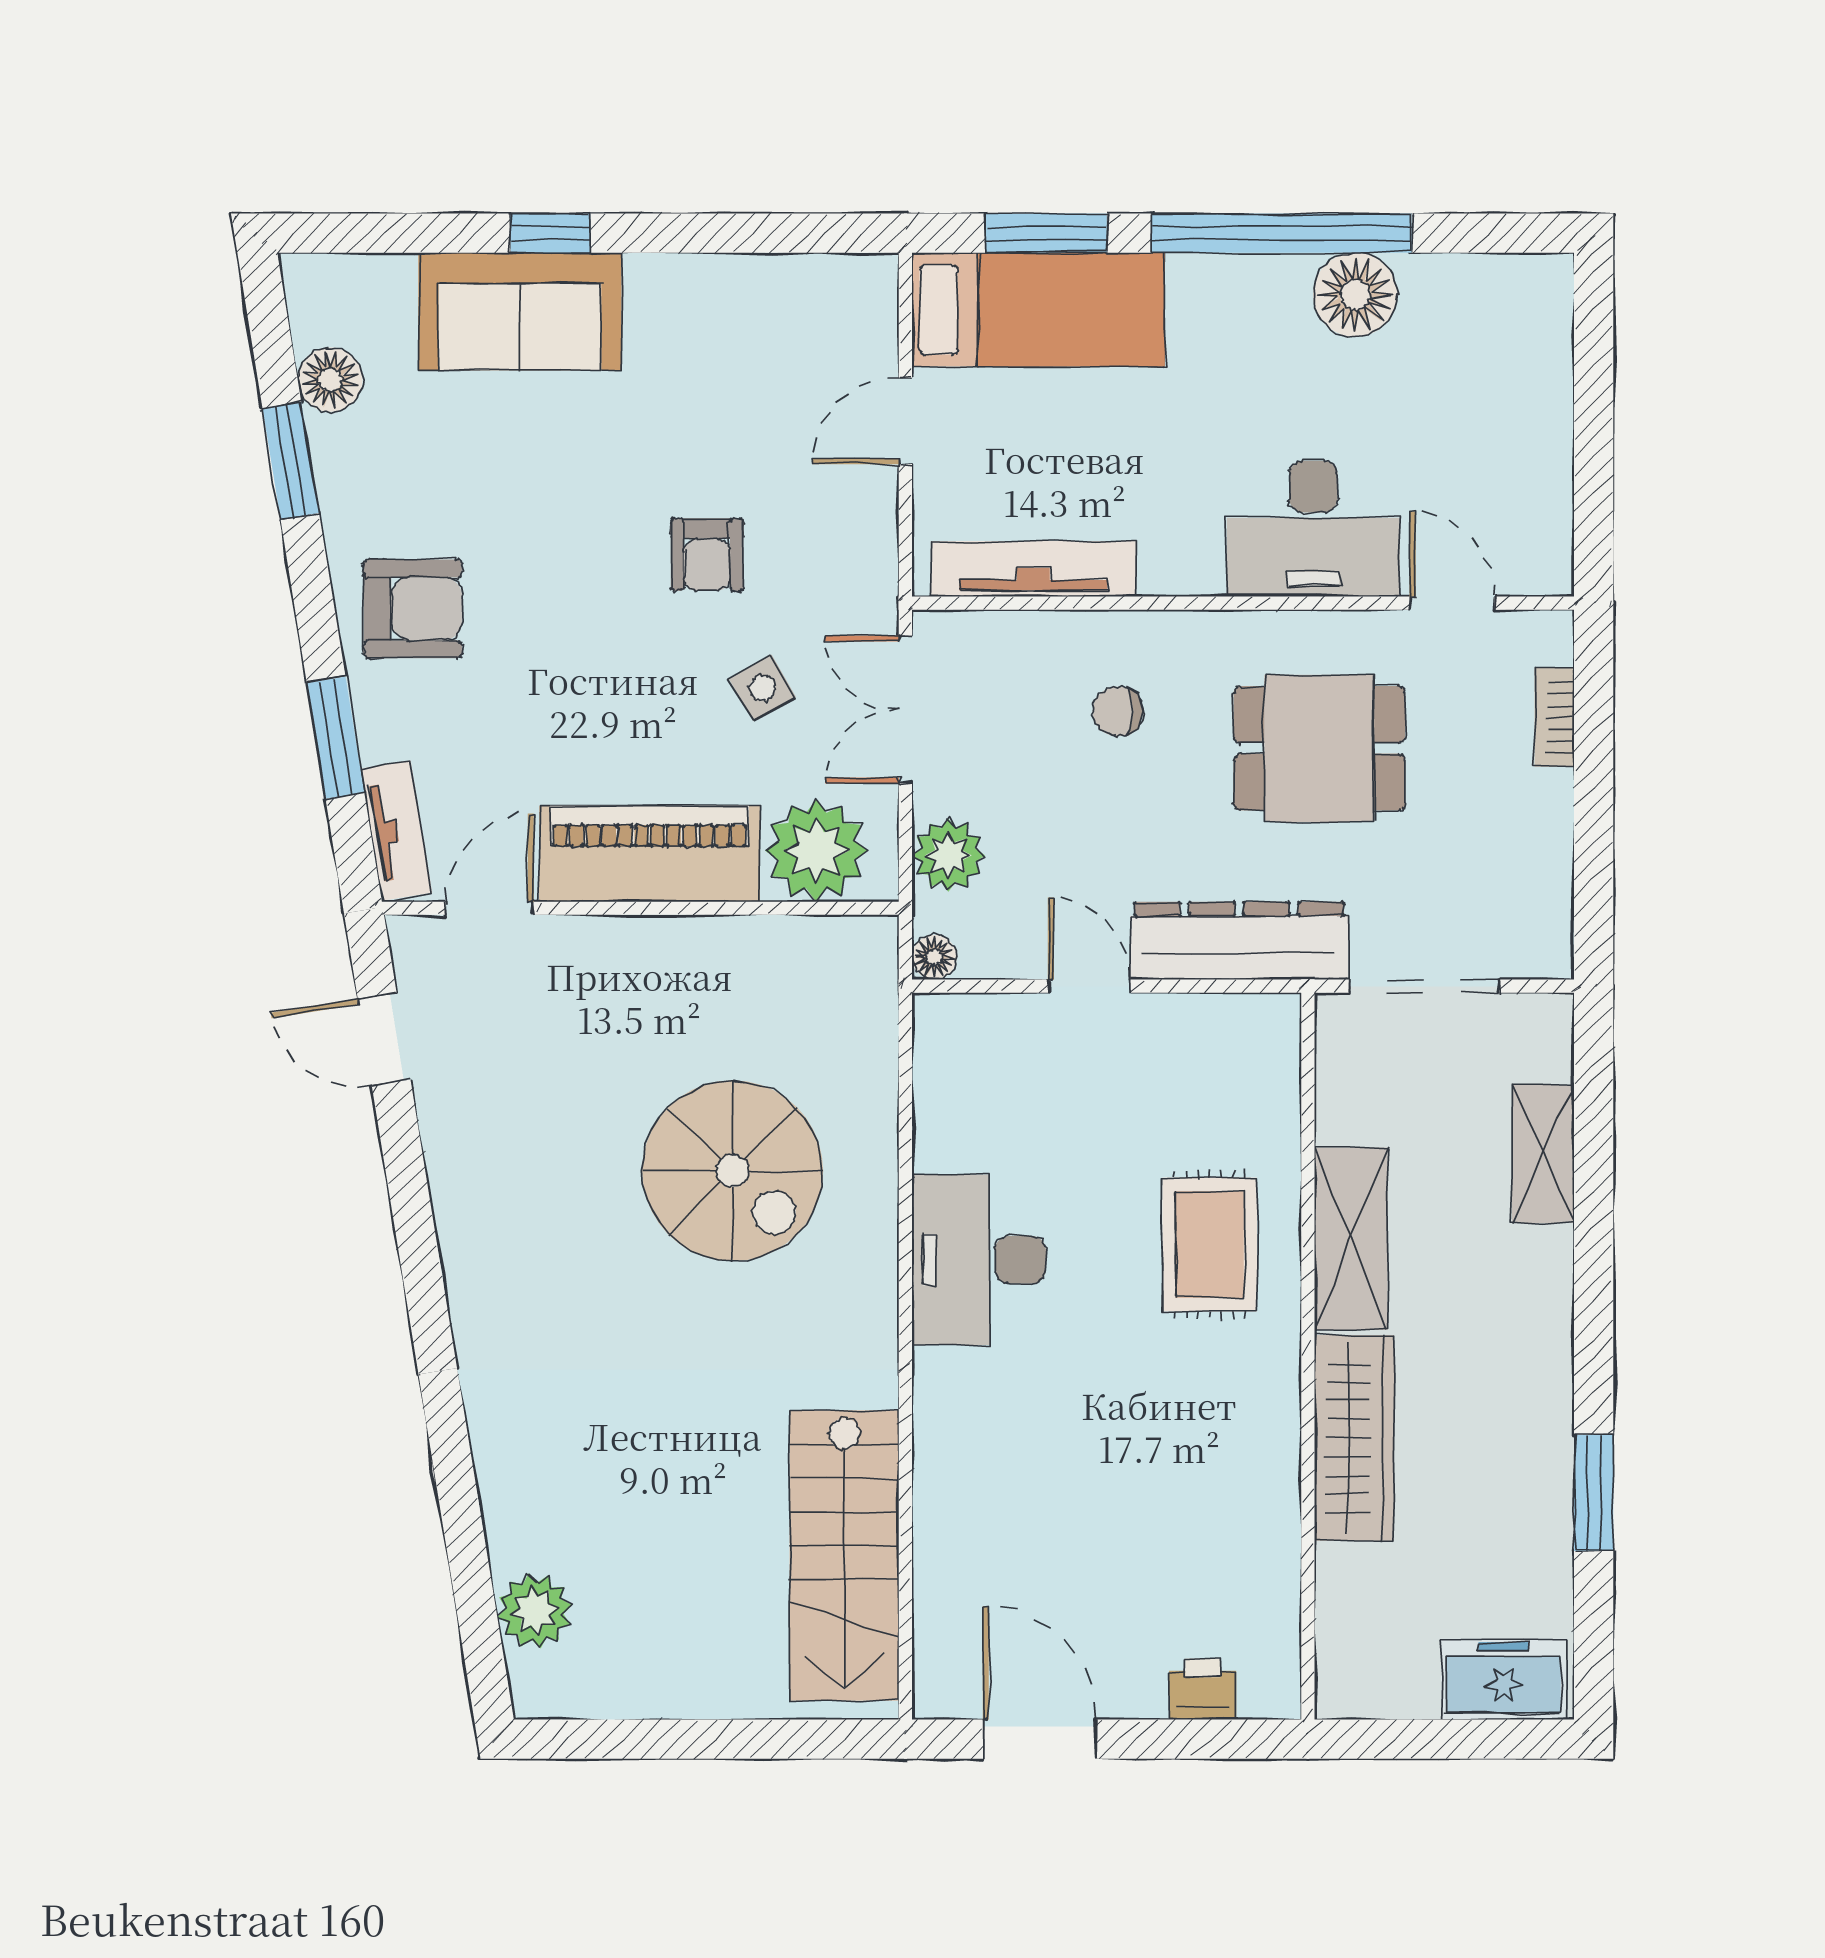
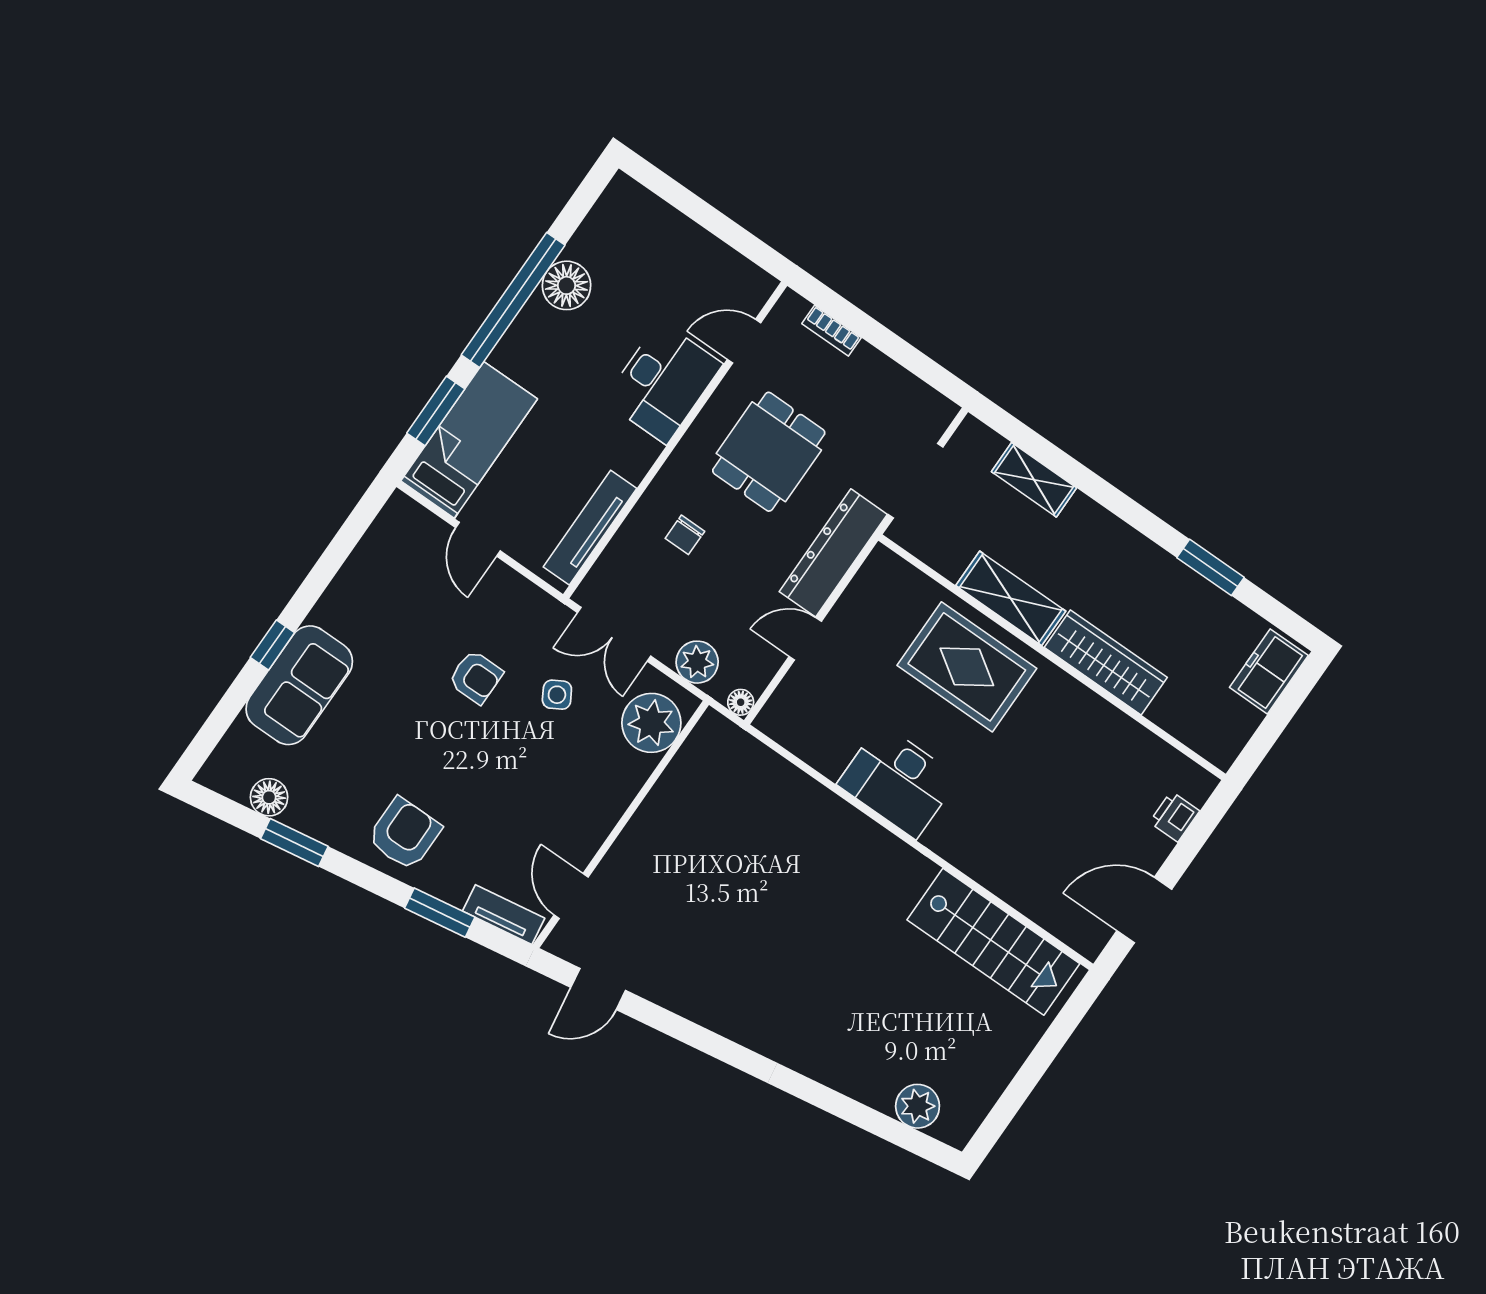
piano: (649, 854) -> (598, 803), removed
spiral stairs: (733, 1171) -> (775, 868), removed
rug: (1210, 1244) -> (967, 667), width x1.36, depth x1.43

